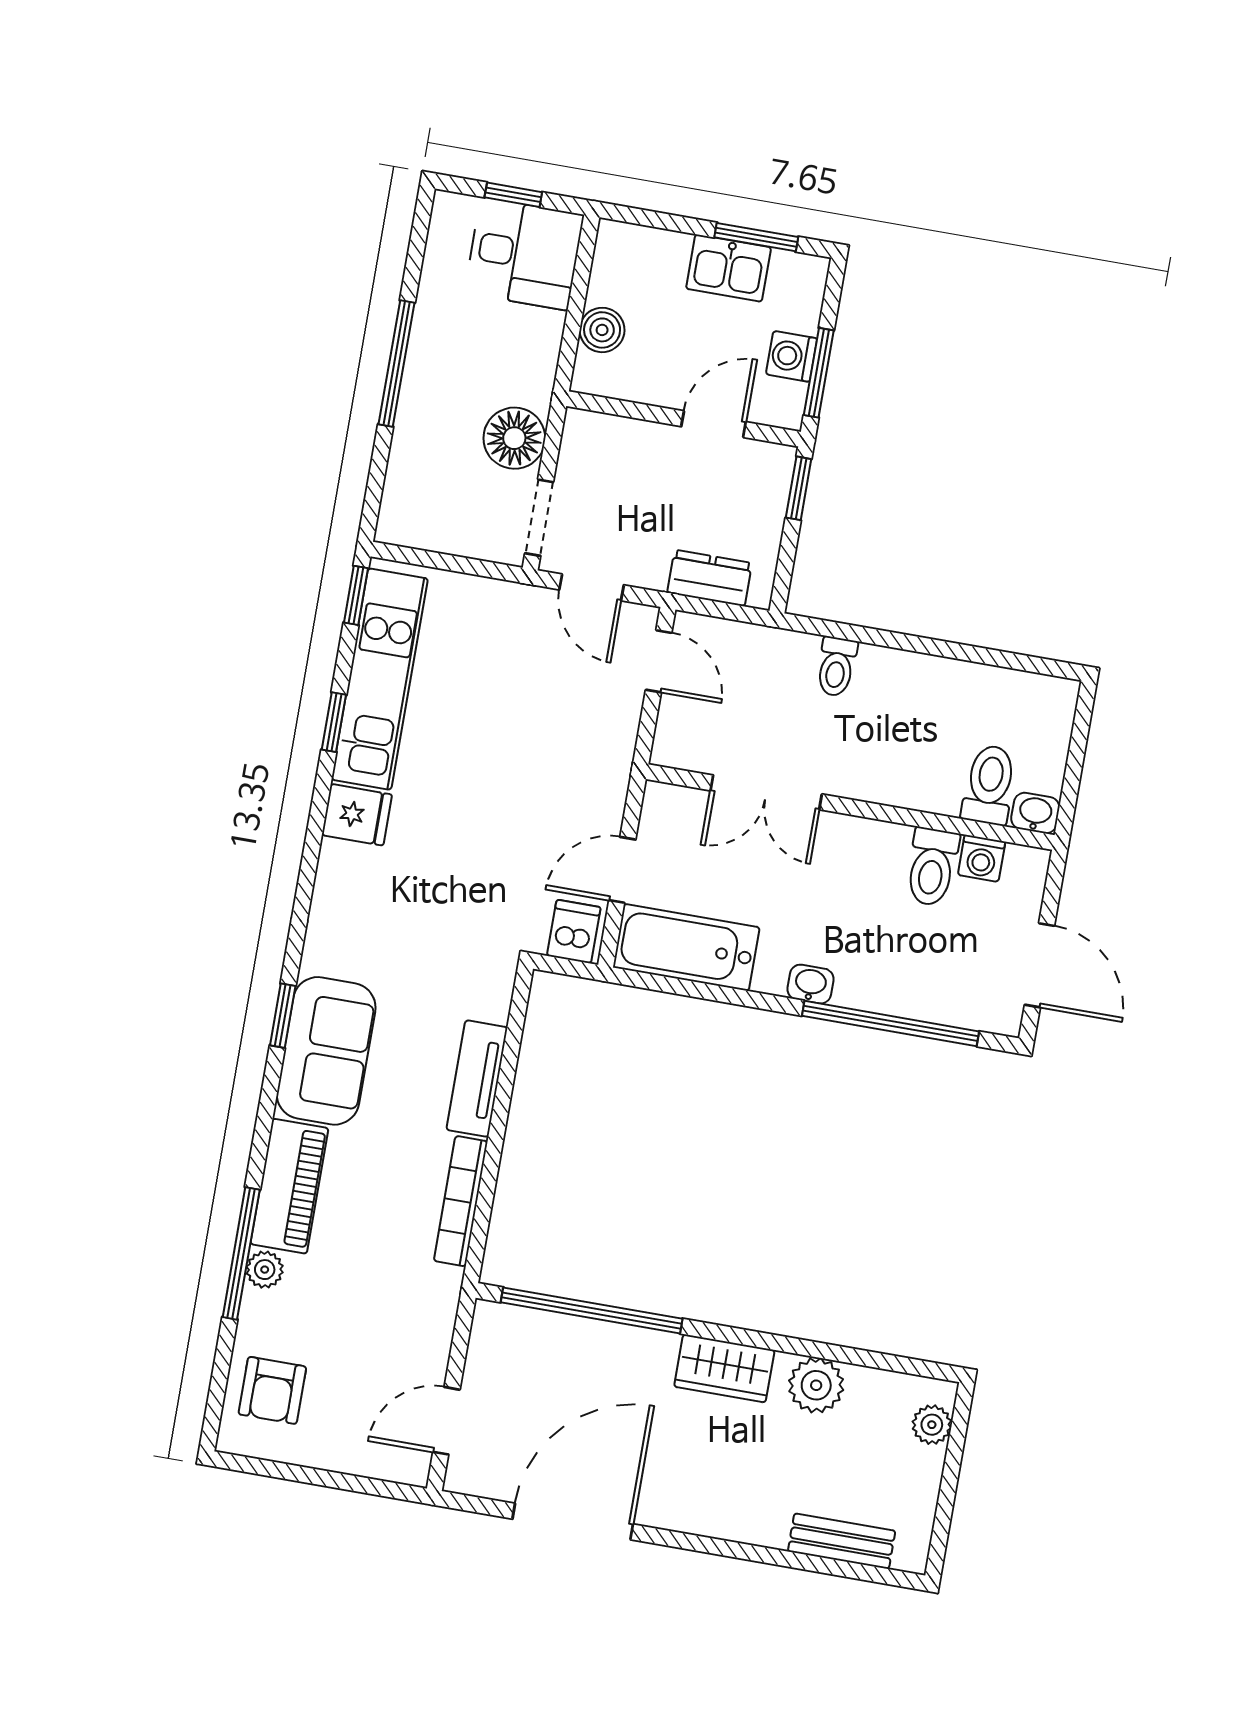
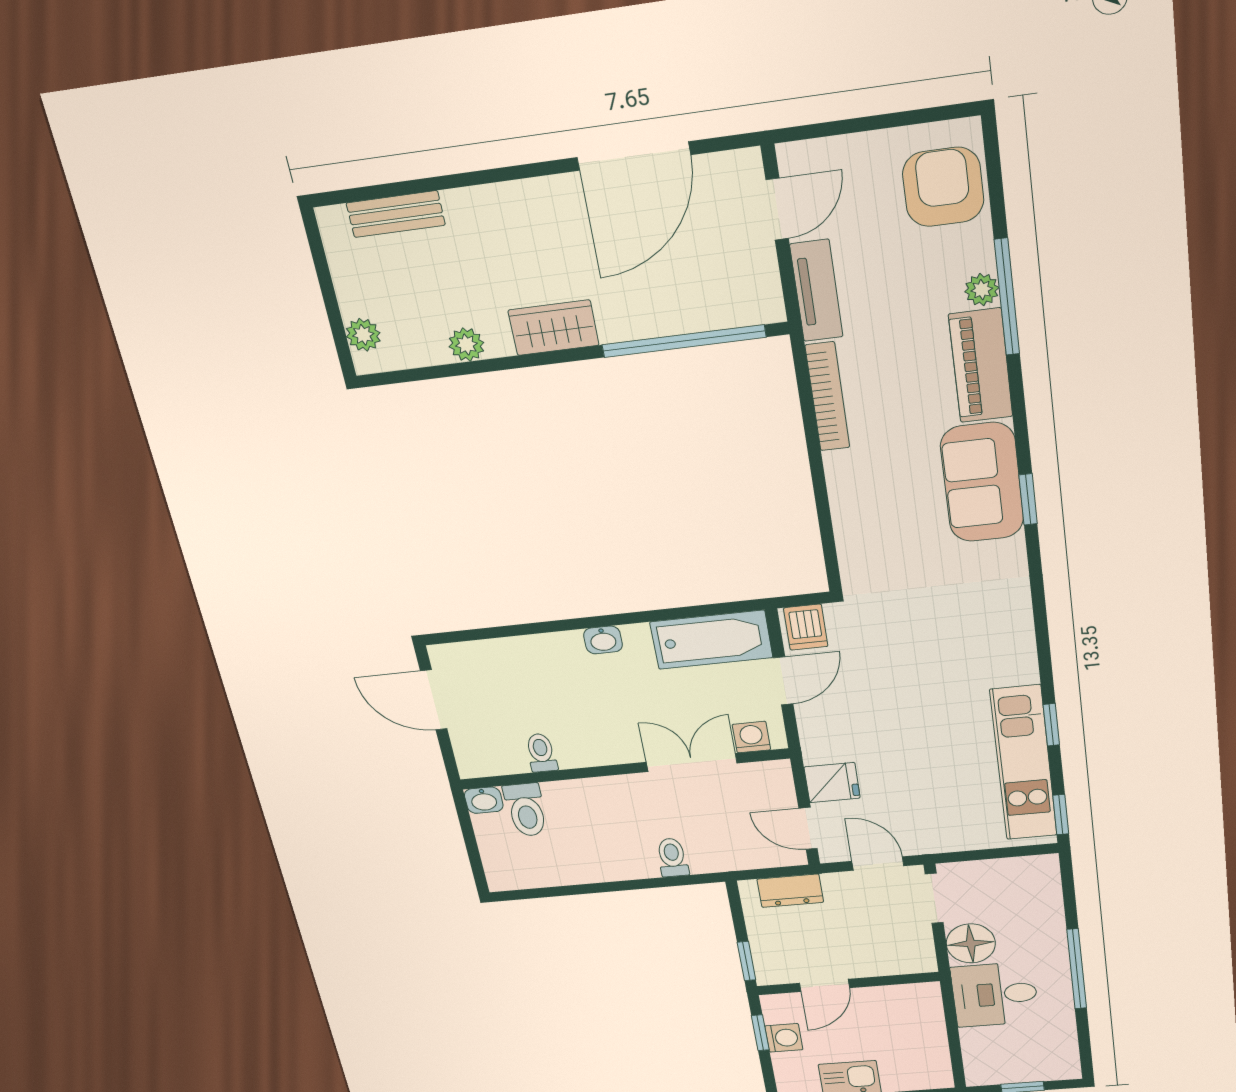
desk: (524, 254) -> (995, 994), moved
boiler: (602, 330) -> (928, 1023), removed
window: (819, 373) -> (760, 1033), width x0.67
fridge: (357, 815) -> (832, 783), moved, turned 180
washing machine: (982, 858) -> (751, 737), moved
toilet: (932, 867) -> (541, 753), width x0.73, depth x0.72
window: (891, 1024) -> (529, 629), removed
tv unit: (477, 1079) -> (816, 291), moved
plant: (816, 1385) -> (466, 345), width x0.73, depth x0.73
armchair: (272, 1390) -> (943, 187), width x1.38, depth x1.38

